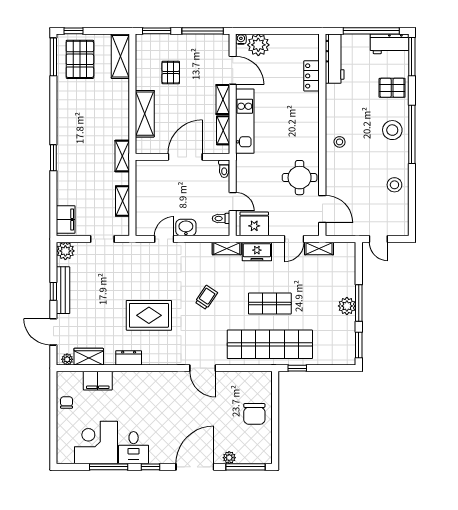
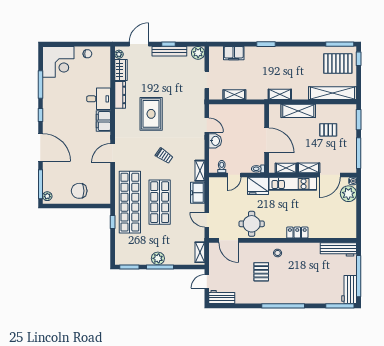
shelving: (120, 56) -> (332, 93), width x1.47
locker: (312, 76) -> (297, 233), moved
pallet: (392, 88) -> (261, 272), moved
stool: (392, 130) -> (286, 291), removed
shelving: (122, 156) -> (280, 94), moved
stool: (394, 185) -> (246, 293), removed
door: (322, 209) -> (229, 240), hinge flipped
workbench: (400, 218) -> (222, 297), added
filing cabinet: (66, 219) -> (234, 53), moved
fridge: (254, 224) -> (258, 186), moved, turned 90
shelving: (319, 248) -> (200, 252), moved
shop shelf: (270, 304) -> (160, 202), width x1.43, depth x1.36
dresser: (129, 358) -> (120, 95), width x1.44
filing cabinet: (98, 381) -> (103, 121), moved
corner desk: (96, 442) -> (58, 62), moved, turned 90
desk: (134, 448) -> (99, 99), moved, turned 180
plant: (229, 458) -> (47, 196), moved

